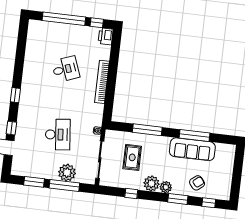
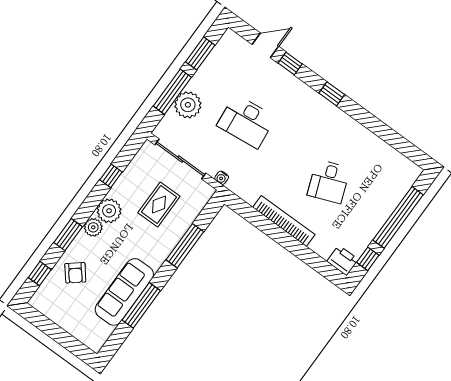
rug: (132, 157) -> (159, 205), turned 90

